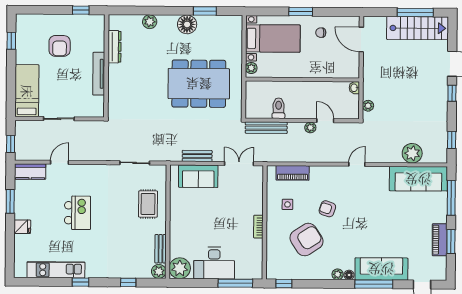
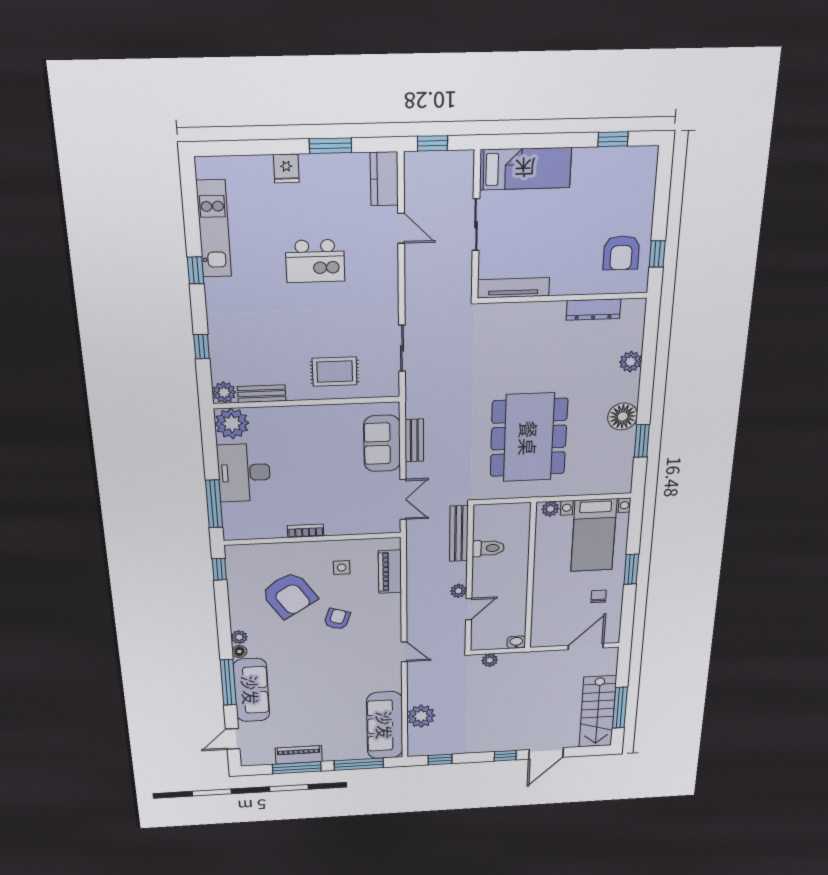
armchair: (60, 46) -> (621, 253), moved, turned -90
tv unit: (99, 74) -> (513, 288), moved
window: (451, 242) -> (297, 768), width x1.44

